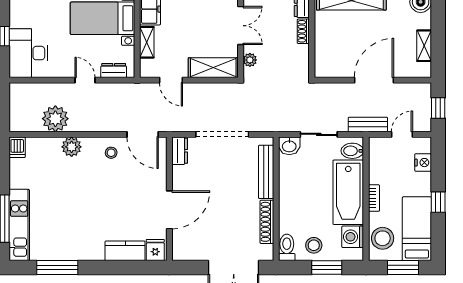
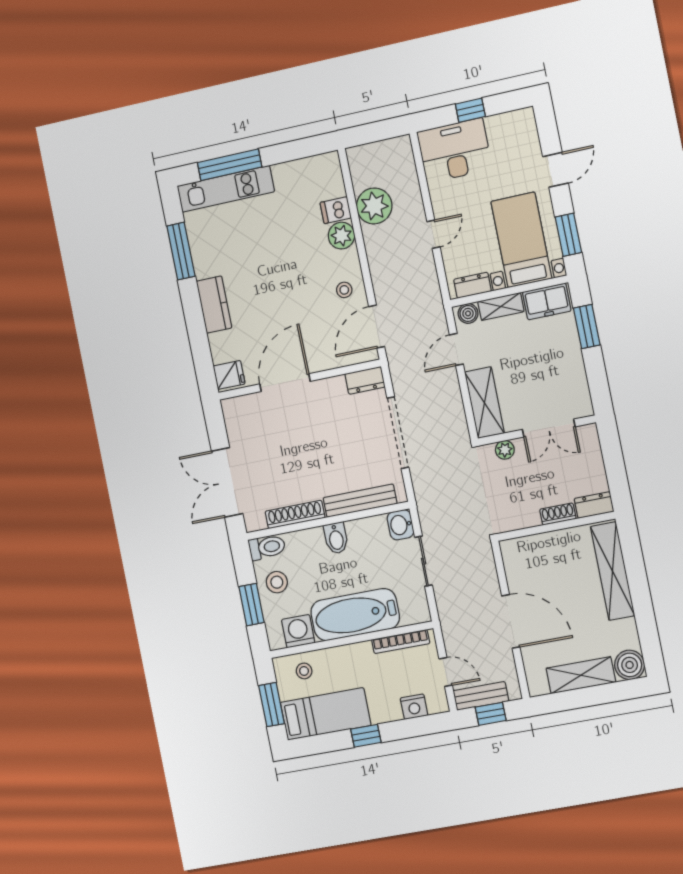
shelving: (424, 46) -> (581, 675), width x1.50, depth x1.33
boiler: (147, 67) -> (468, 313), added
dresser: (114, 70) -> (472, 285), moved, turned -90
bench: (368, 124) -> (481, 696), moved, turned 90
dishwasher: (17, 147) -> (336, 210), moved
bidet: (352, 151) -> (336, 538), moved, turned 180
bookcase: (374, 198) -> (401, 642), moved, width x1.56
door: (169, 210) -> (285, 383), swing flipped
stool: (383, 238) -> (304, 671), width x0.53, depth x0.53
kitchen counter: (125, 251) -> (214, 305), moved

